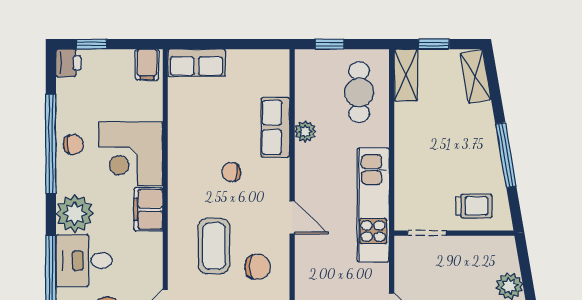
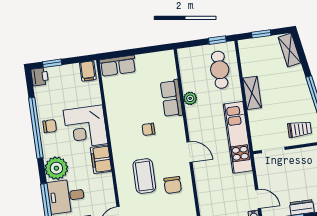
window: (330, 44) -> (217, 40), moved
shelving: (406, 75) -> (252, 93), moved
chair: (258, 267) -> (173, 185), turned 90

